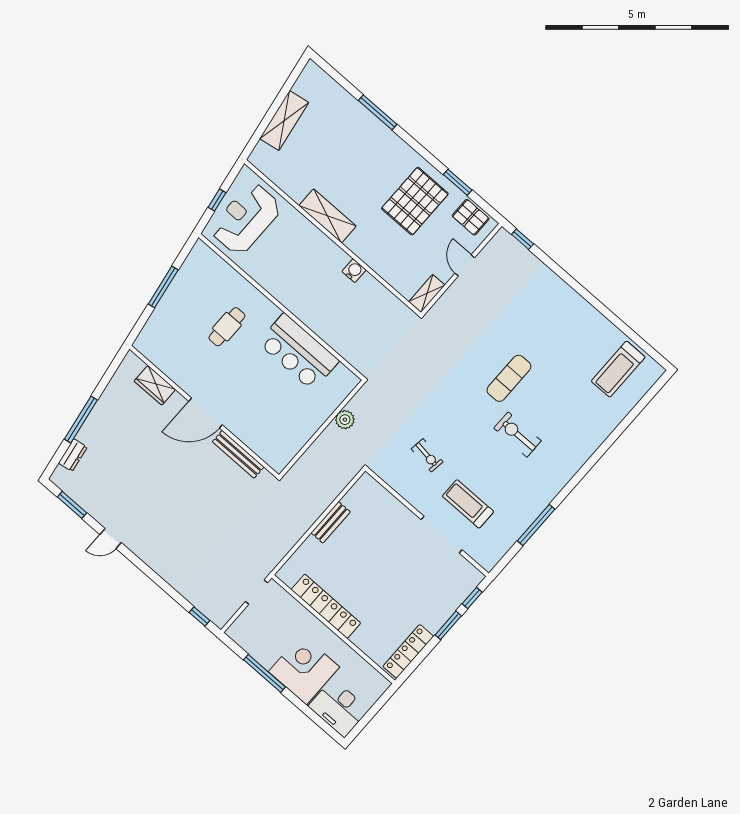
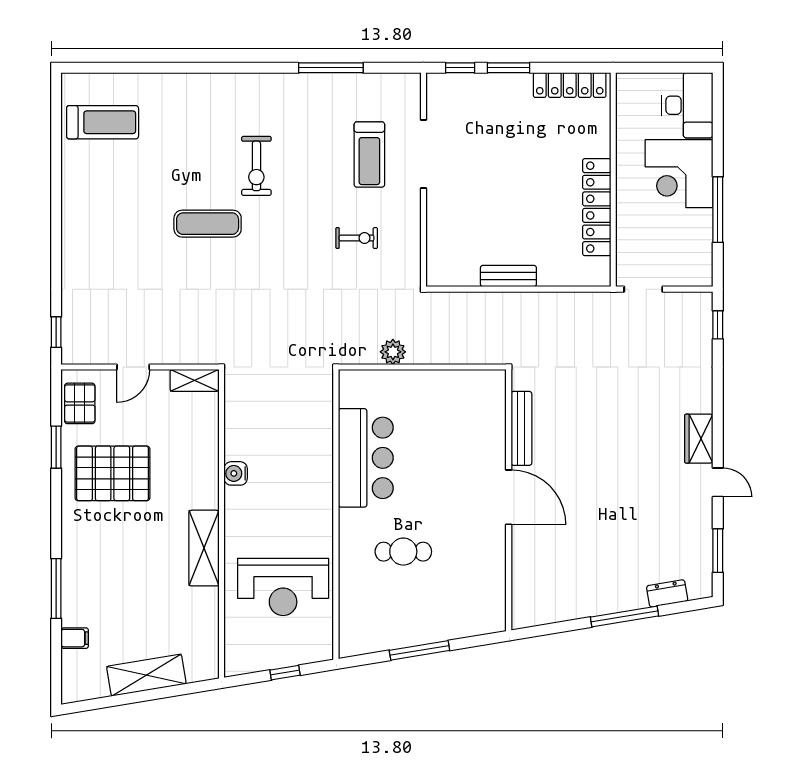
filing cabinet: (341, 98) -> (75, 638), added
reception desk: (246, 219) -> (283, 587), moved
wardrobe: (155, 385) -> (699, 439), moved, turned 180
exercise bike: (427, 455) -> (357, 238), turned 82

